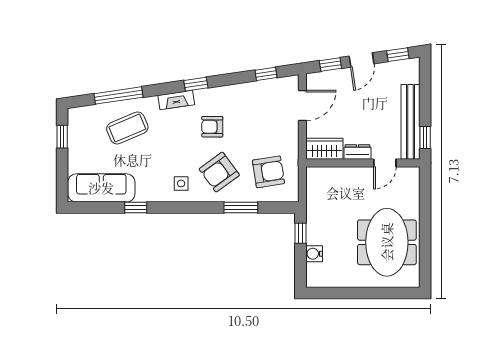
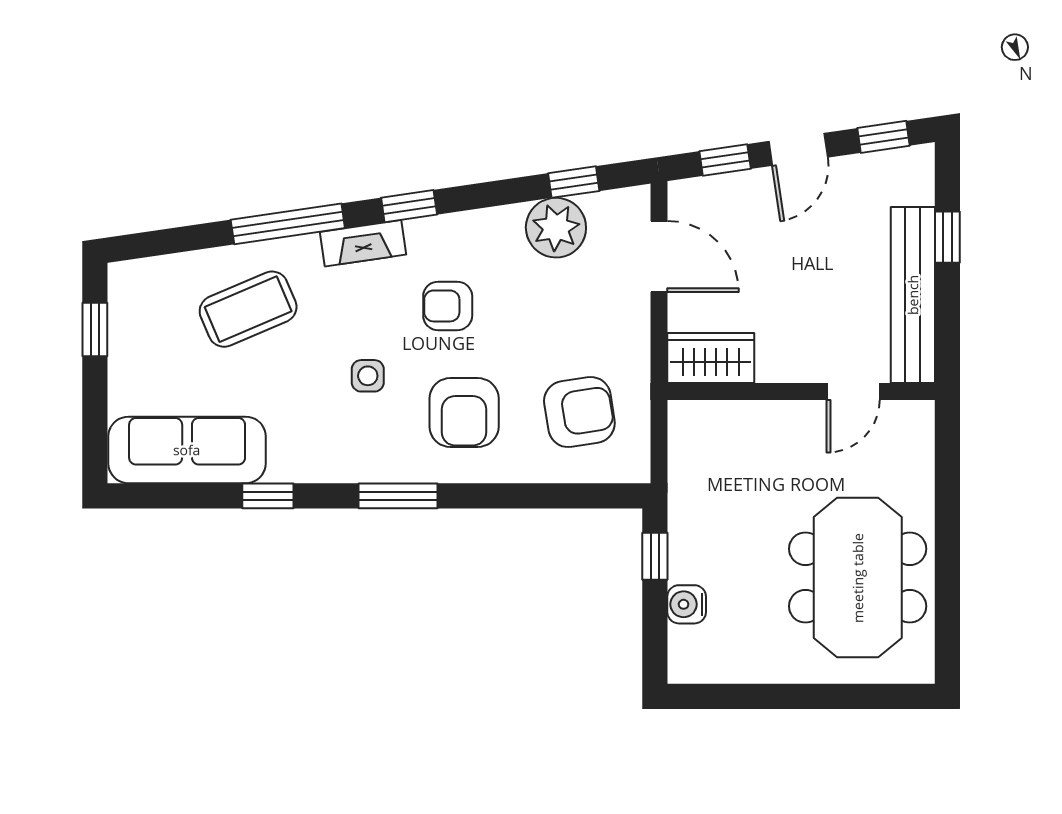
plant: (258, 93) -> (556, 228), added
window: (119, 95) -> (288, 224), moved
door: (302, 106) -> (659, 256), hinge flipped
window: (425, 137) -> (947, 237), moved
dresser: (357, 152) -> (789, 366), removed
armchair: (219, 172) -> (464, 412), turned -54
side table: (181, 184) -> (368, 376), moved
window: (241, 208) -> (398, 496), moved

